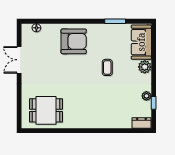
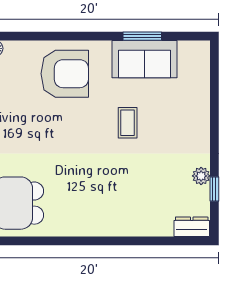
sofa: (141, 42) -> (145, 59), moved, turned -90
plant: (145, 67) -> (198, 122), removed

